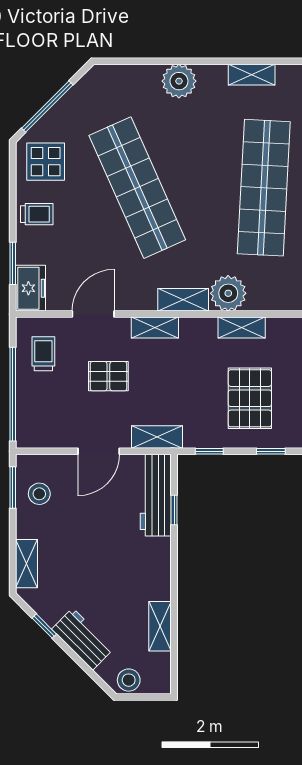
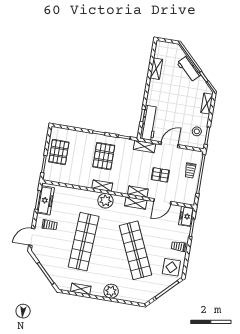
shelving: (183, 300) -> (136, 203), moved
trolley: (43, 354) -> (190, 171), moved
stool: (129, 680) -> (173, 49), removed

